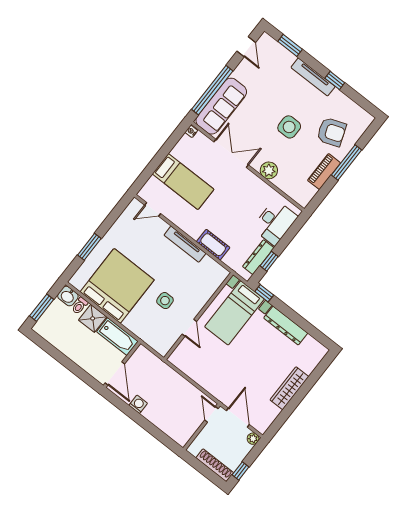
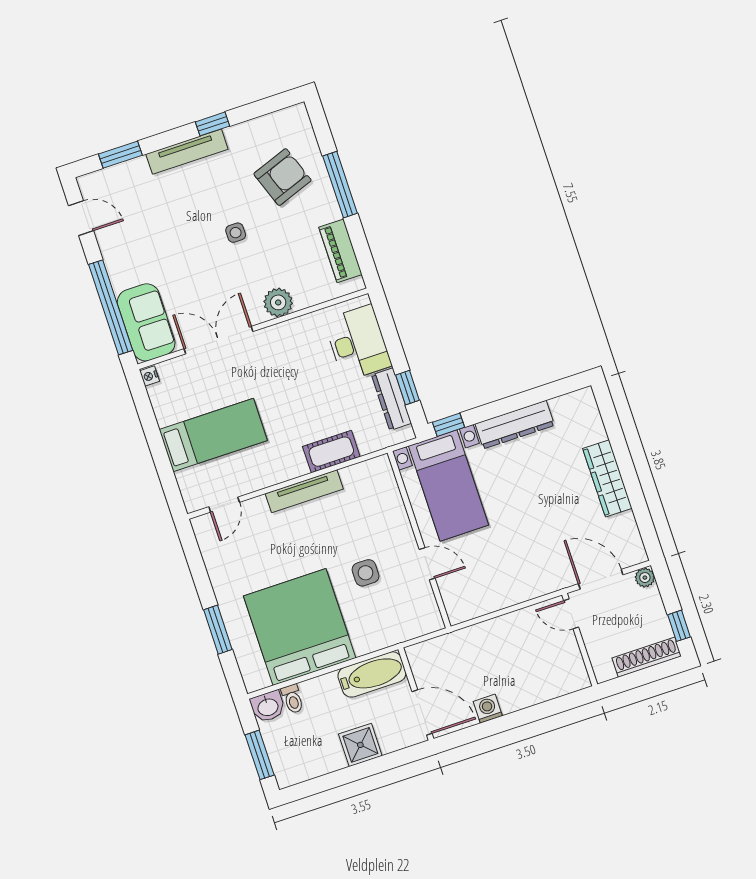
sofa: (221, 106) -> (146, 322), width x0.73
side table: (289, 127) -> (236, 233), width x0.54, depth x0.54
piano: (324, 172) -> (340, 251), moved
shower: (93, 318) -> (360, 745), moved

